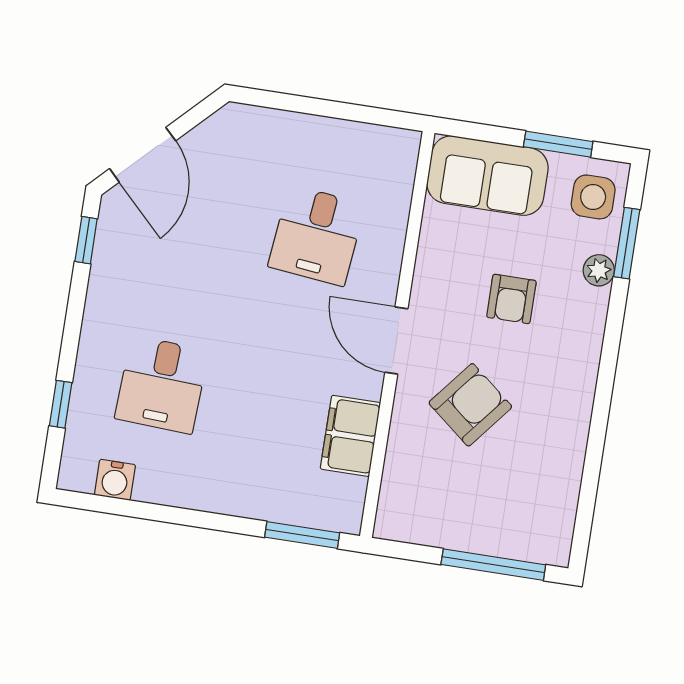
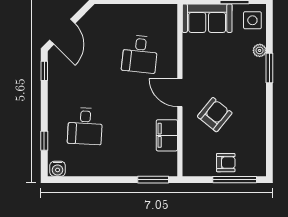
window: (627, 243) -> (269, 68), moved
armchair: (511, 299) -> (226, 163), moved, turned -90
water cooler: (115, 480) -> (58, 169), moved

